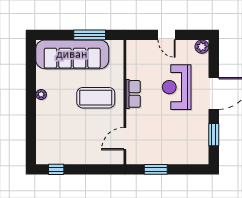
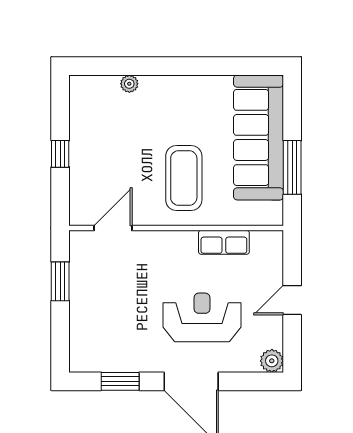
plant: (41, 94) -> (129, 84), moved
row of seats: (133, 94) -> (224, 242), moved
door: (125, 139) -> (113, 228), hinge flipped
window: (56, 169) -> (60, 154), moved

